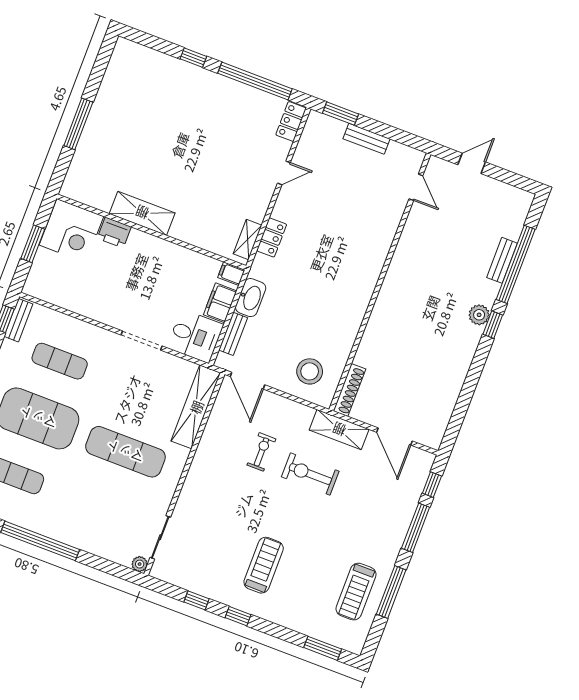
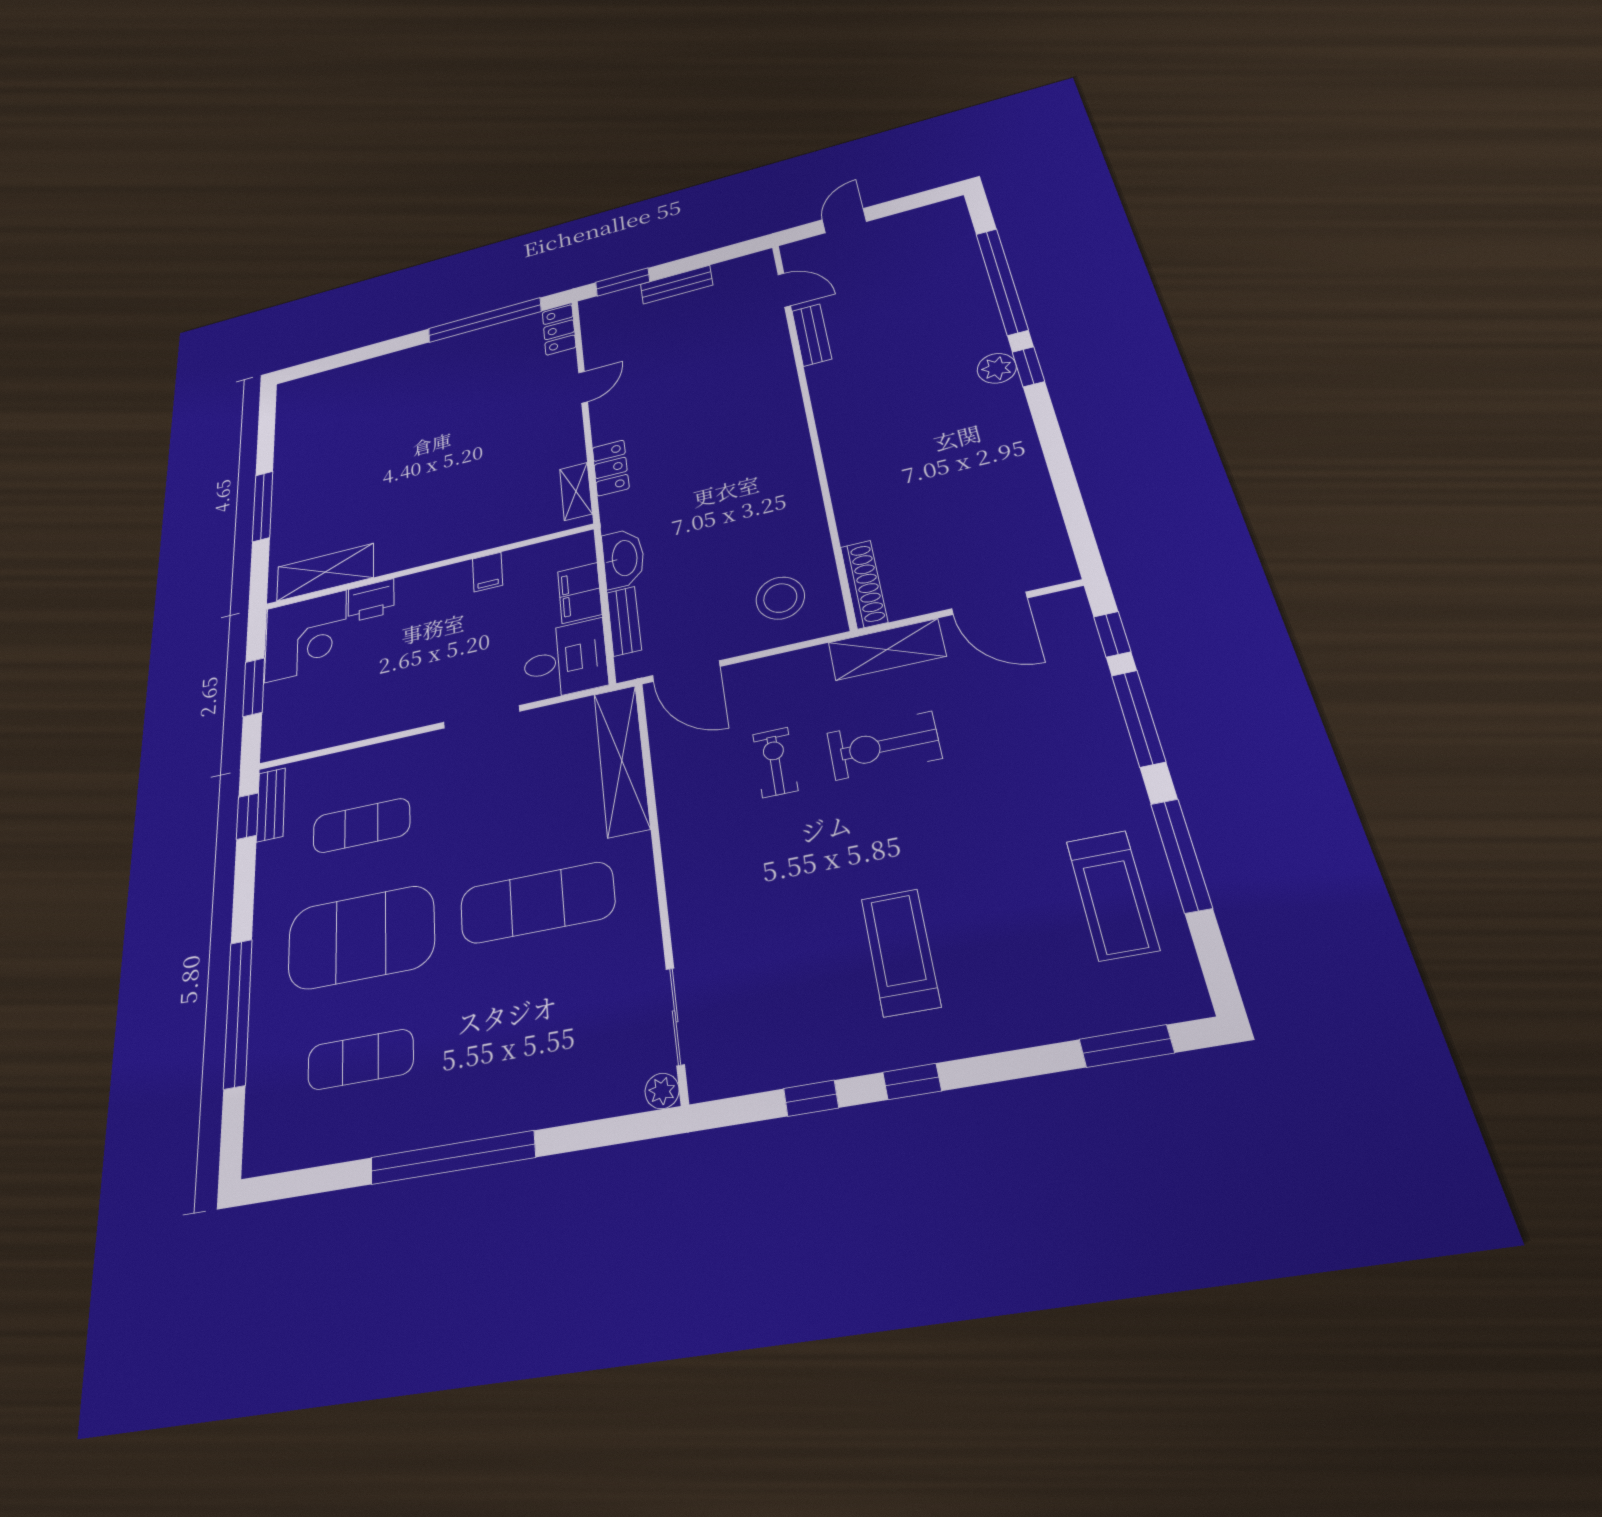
window: (193, 58) -> (388, 347), removed
shelving: (142, 213) -> (325, 572), moved
bench: (502, 260) -> (812, 335), moved
filing cabinet: (231, 274) -> (488, 572), moved, turned -90

